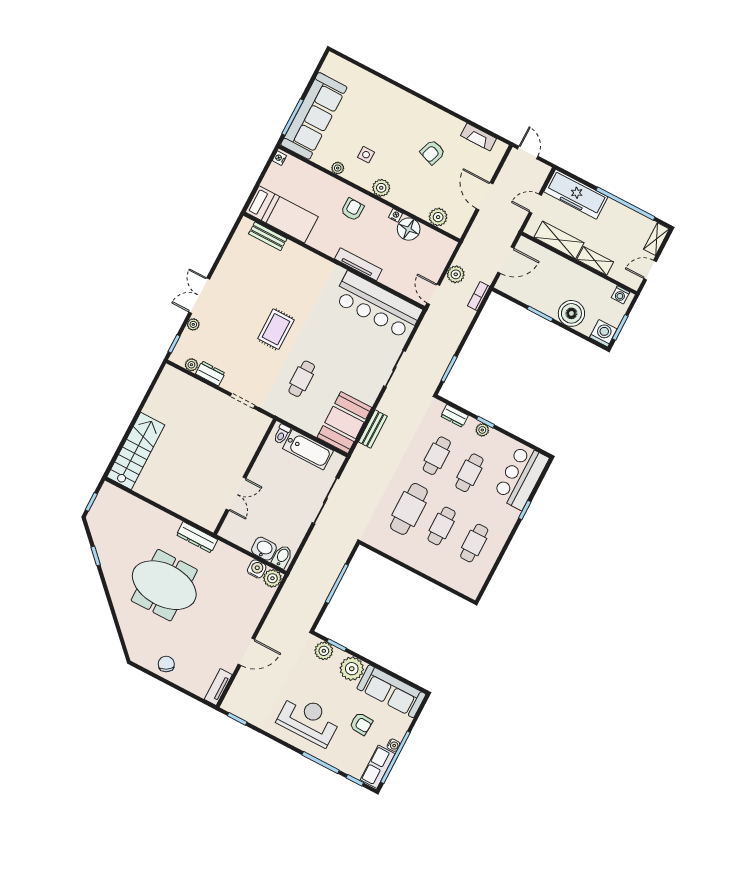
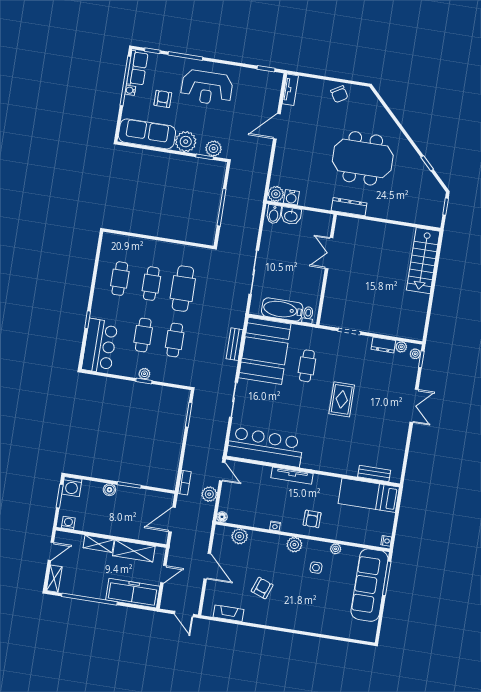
floor lamp: (409, 229) -> (222, 517), moved, width x0.53, depth x0.53
boiler: (571, 313) -> (109, 490), width x0.54, depth x0.54
plant: (193, 324) -> (415, 354), moved
dresser: (454, 416) -> (171, 378), removed
booth: (344, 422) -> (265, 351), width x1.36, depth x1.42
armchair: (361, 724) -> (163, 99), turned 87

